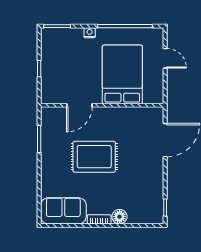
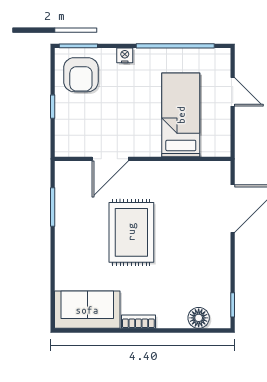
armchair: (59, 46) -> (81, 75), added
bed: (122, 74) -> (181, 115), width x0.67
rug: (94, 157) -> (131, 232), turned 90
floor lamp: (120, 217) -> (199, 318), moved

